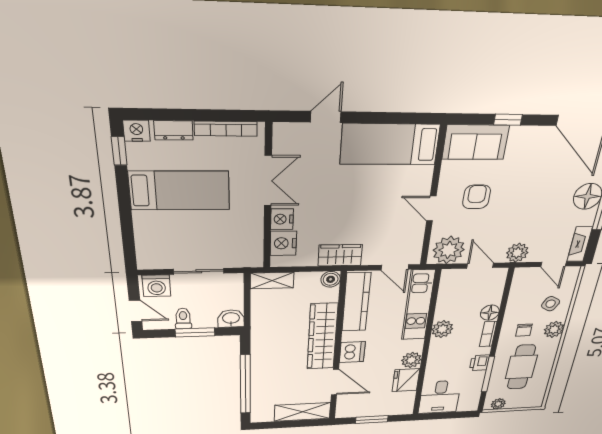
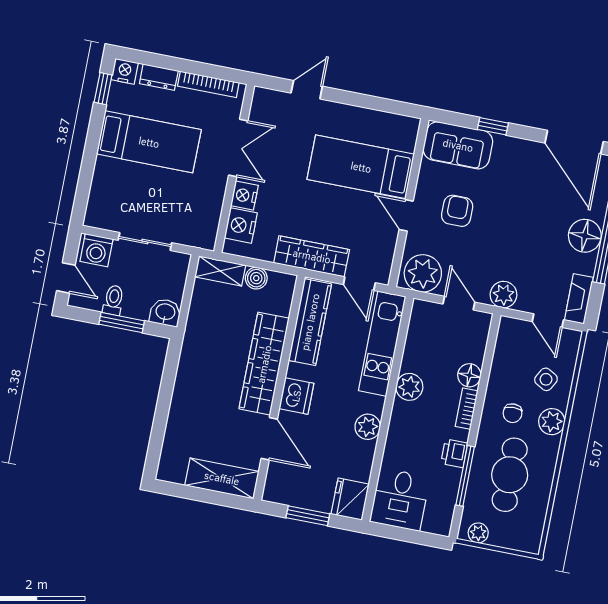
bed: (390, 144) -> (361, 167), moved
wardrobe: (340, 255) -> (312, 256), width x1.50
boiler: (331, 279) -> (256, 278), moved
fridge: (406, 380) -> (350, 499), moved
window: (245, 385) -> (161, 415), removed

